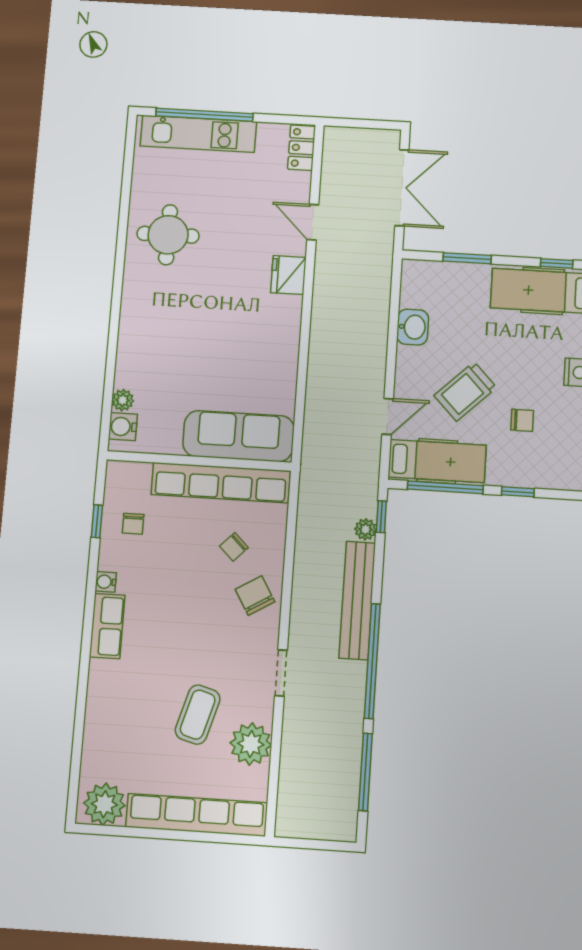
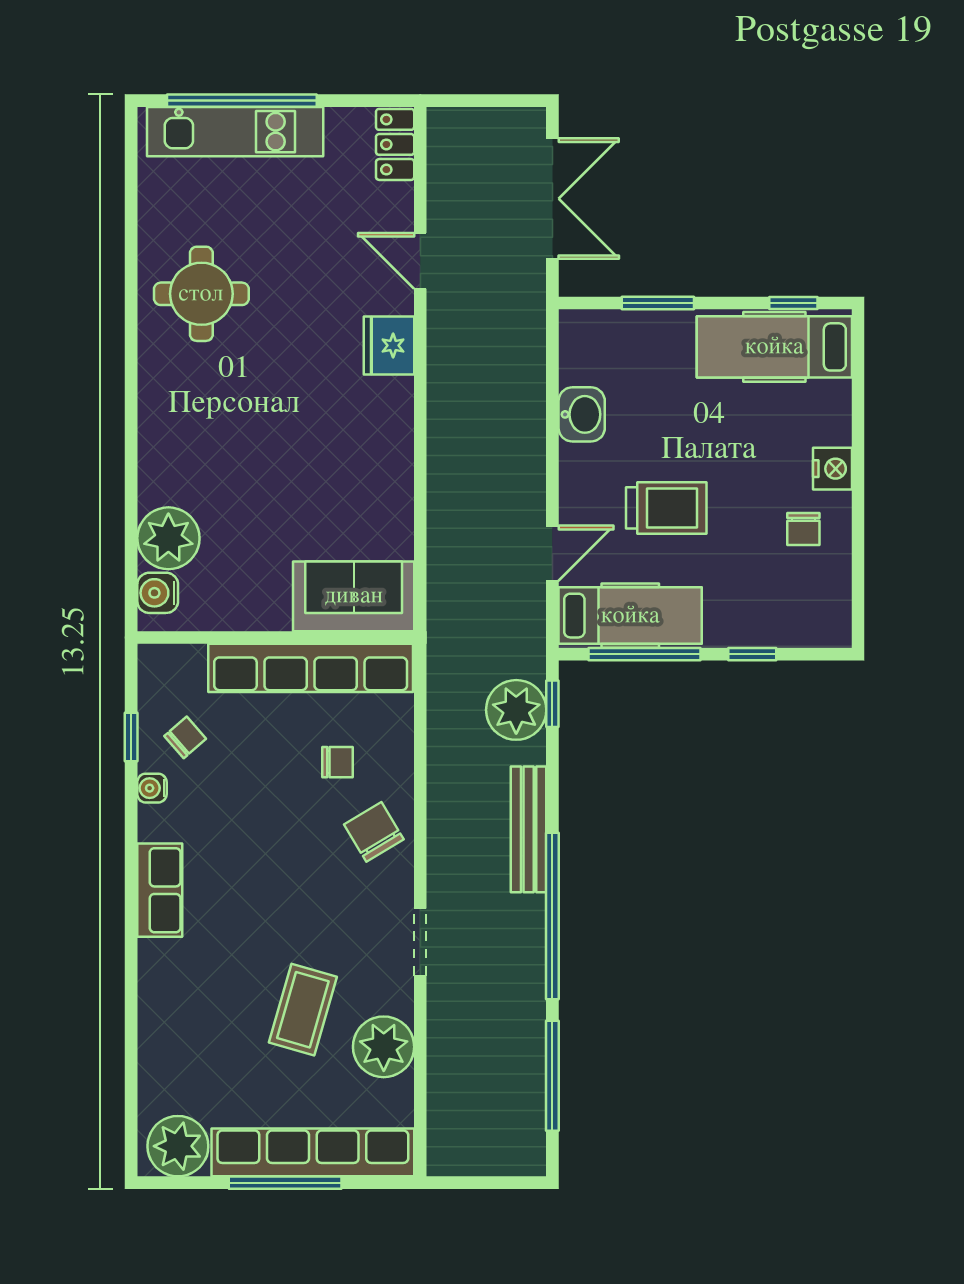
trolley: (465, 392) -> (666, 508), turned -136
plant: (123, 400) -> (168, 538), width x1.87, depth x1.87
chair: (522, 420) -> (803, 529), moved, turned 90
sofa: (238, 436) -> (354, 596), width x0.73
chair: (133, 524) -> (185, 737), turned -131
plant: (366, 529) -> (516, 710), width x1.87, depth x1.87
chair: (234, 547) -> (337, 762), turned -134
water cooler: (106, 582) -> (152, 788), moved
bench: (357, 600) -> (529, 829), width x0.73, depth x0.82
window: (176, 835) -> (285, 1183), added

